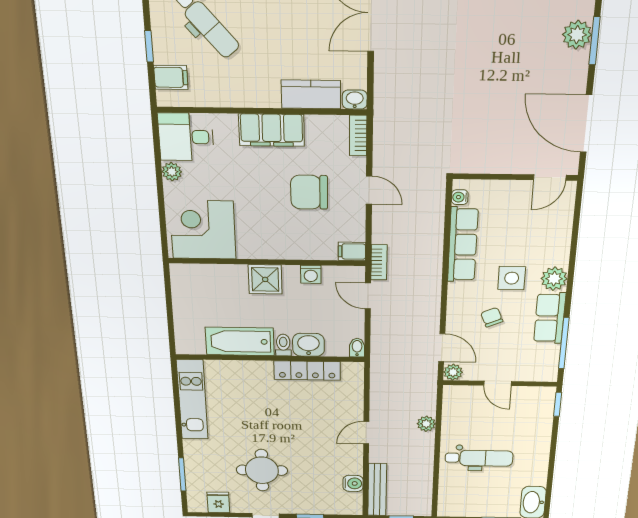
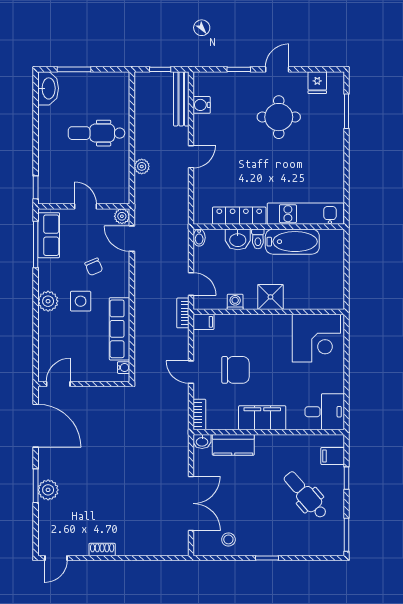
plant: (172, 172) -> (337, 385), removed
row of seats: (550, 318) -> (49, 235), moved
kitchen unit: (192, 400) -> (305, 214), moved, turned 90

